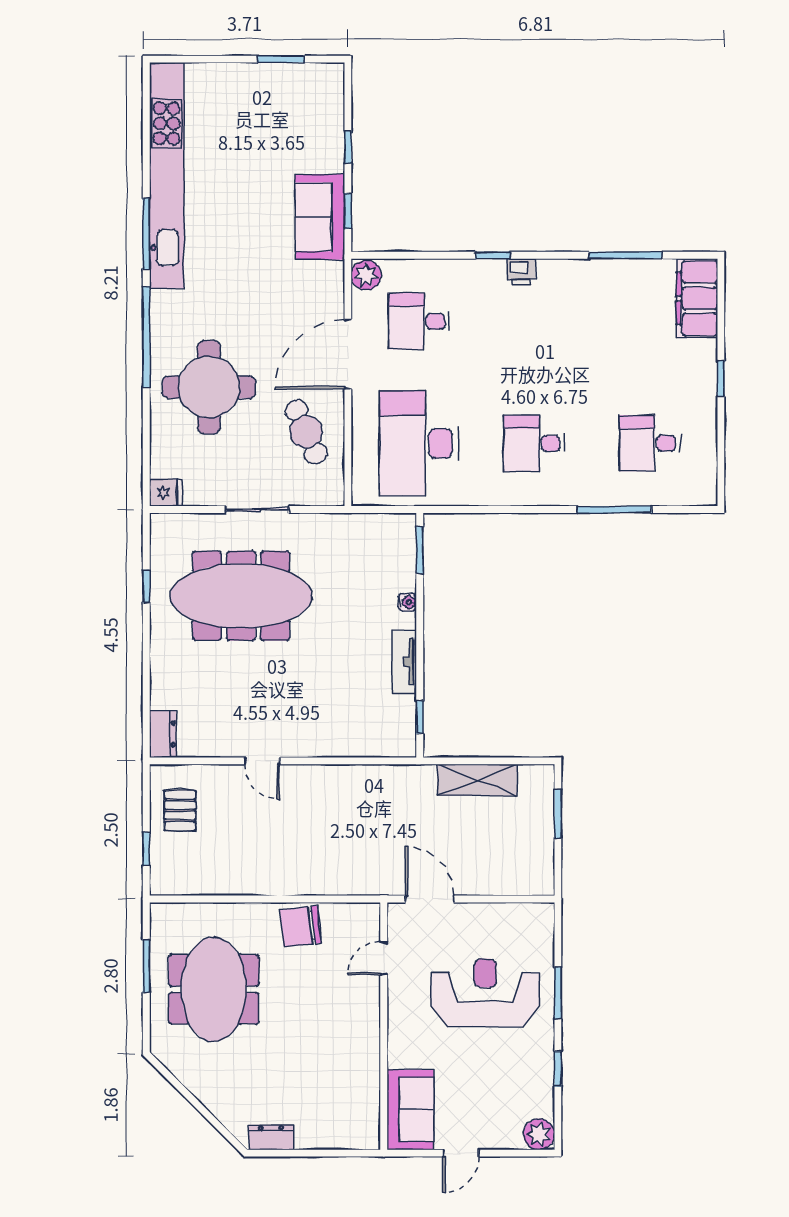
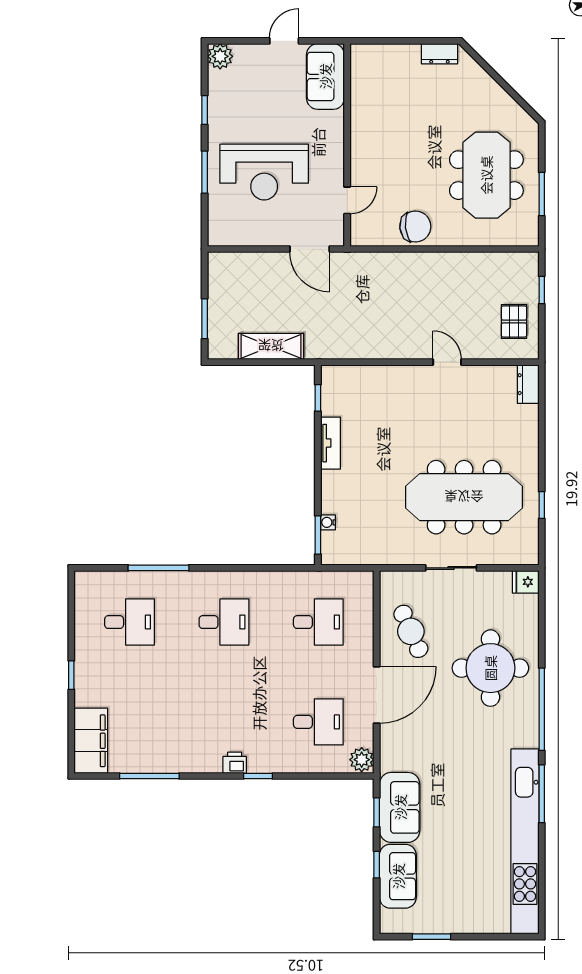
sofa: (322, 133) -> (398, 876), added
desk: (419, 443) -> (318, 622), width x0.53, depth x0.77
water cooler: (407, 602) -> (328, 522), moved

